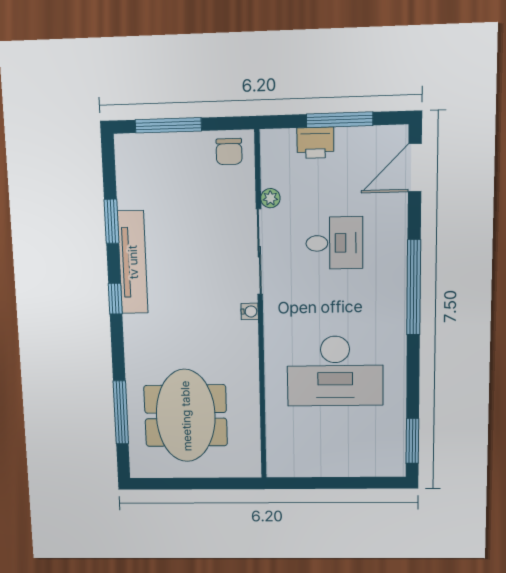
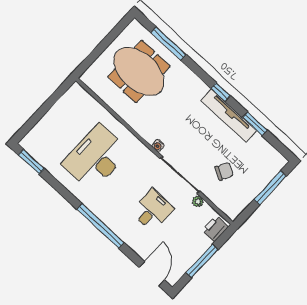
printer: (315, 143) -> (215, 229), moved
chair: (229, 152) -> (224, 171), moved, turned 117
desk: (334, 243) -> (152, 210), turned 180

